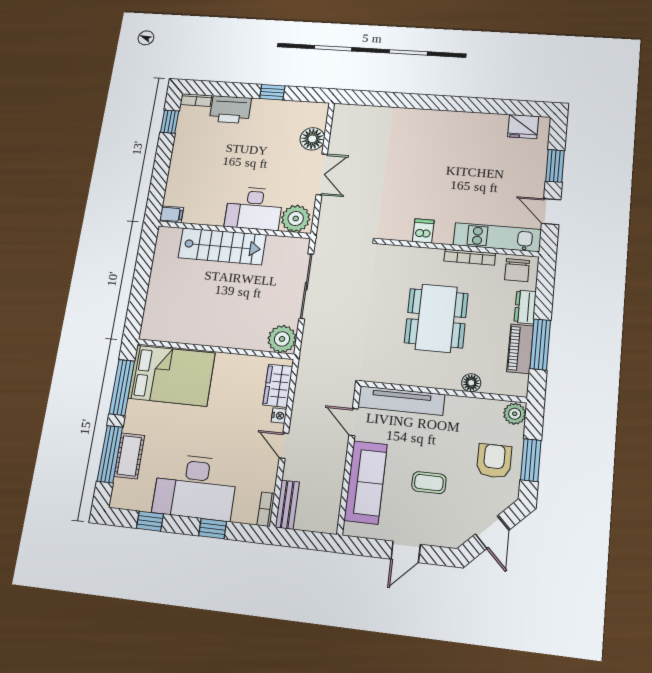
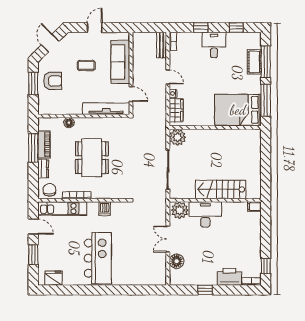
kitchen island: (444, 153) -> (98, 258), added
plant: (515, 414) -> (44, 108), removed
armchair: (494, 461) -> (53, 81), turned -90
desk: (195, 487) -> (214, 45), width x0.53, depth x0.77

